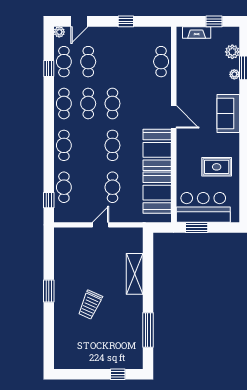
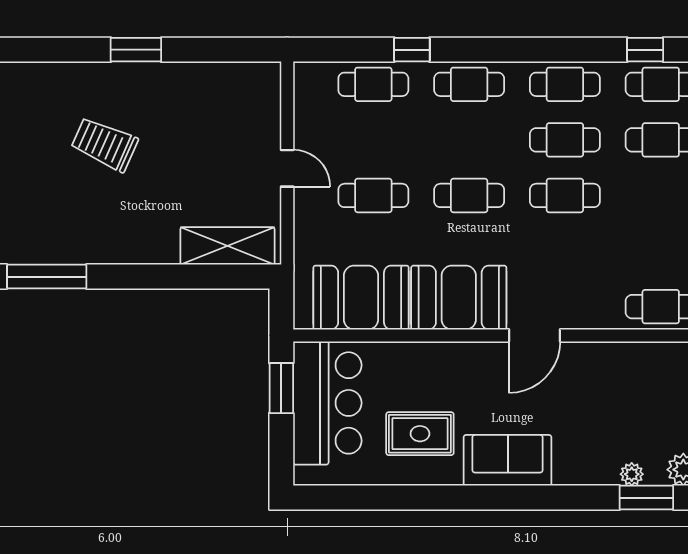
sofa: (228, 113) -> (508, 460), moved
rug: (217, 167) -> (420, 434), turned 90
window: (49, 200) -> (412, 50), moved
shelving: (135, 274) -> (227, 246), moved

